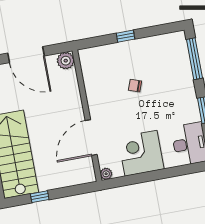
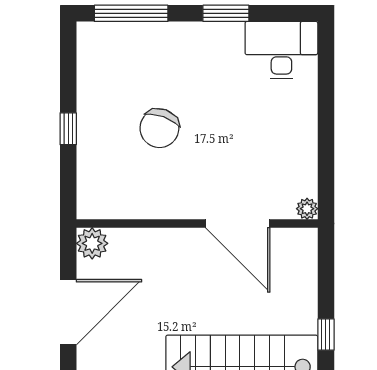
chair: (135, 86) -> (159, 128), width x1.87, depth x1.87
corner desk: (141, 153) -> (282, 140), removed

